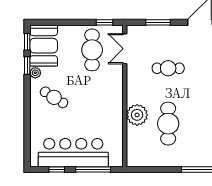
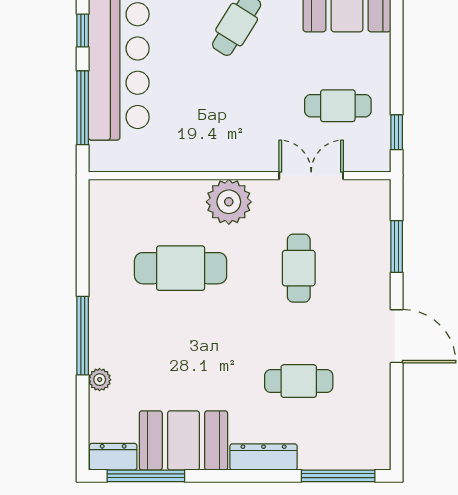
double door: (125, 49) -> (311, 176), moved
cafe table: (92, 50) -> (338, 106), width x0.73, depth x0.74
plant: (137, 115) -> (229, 202), moved

